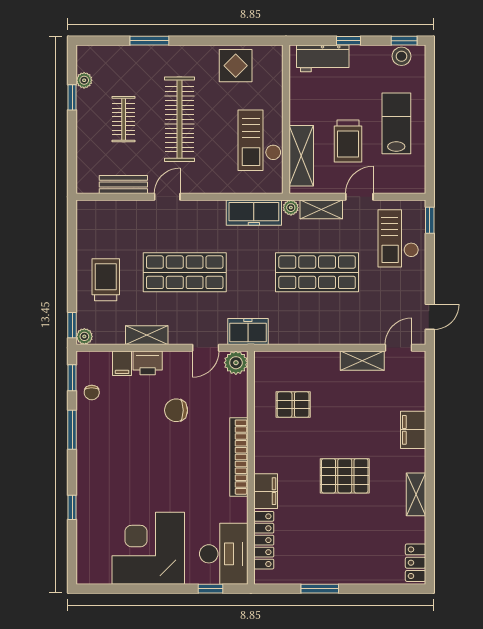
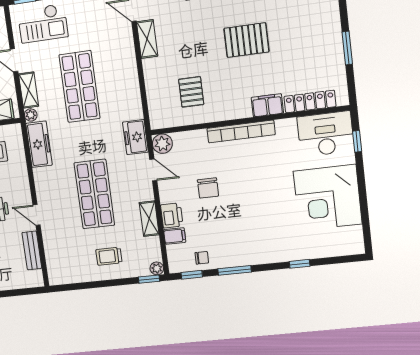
trolley: (106, 280) -> (109, 256), width x0.73, depth x0.72
pallet: (345, 476) -> (246, 40), turned 90

